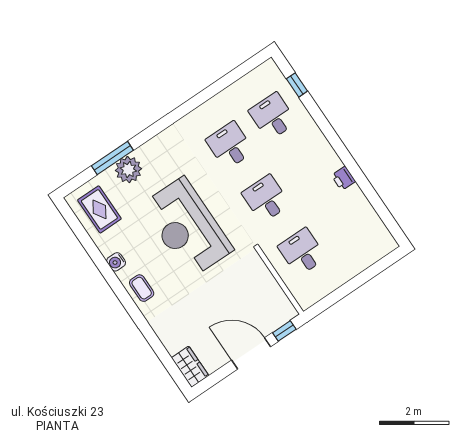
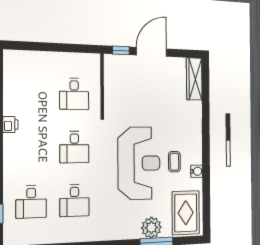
rug: (99, 209) -> (186, 213), width x1.36, depth x1.43
coffee table: (142, 288) -> (174, 162), moved
door: (251, 353) -> (151, 52), swing flipped
wardrobe: (190, 367) -> (194, 79), width x1.50

